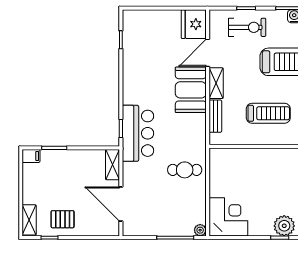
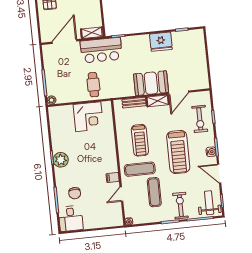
fridge: (194, 24) -> (161, 42), moved, turned 180
door: (208, 53) -> (179, 93), swing flipped
bar counter: (138, 133) -> (101, 50), moved
corner desk: (228, 217) -> (88, 117), moved

